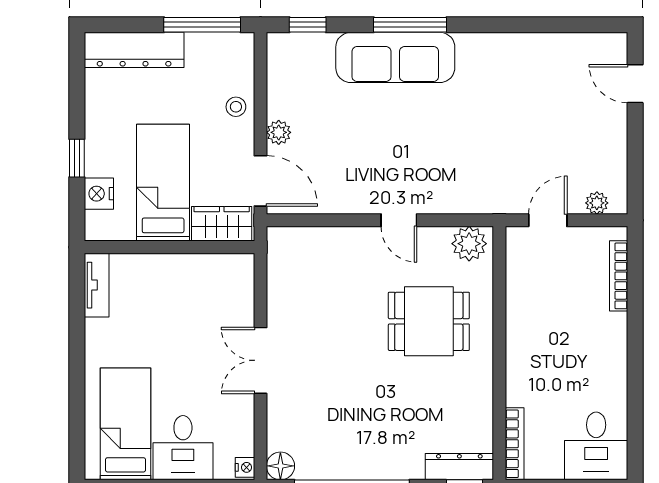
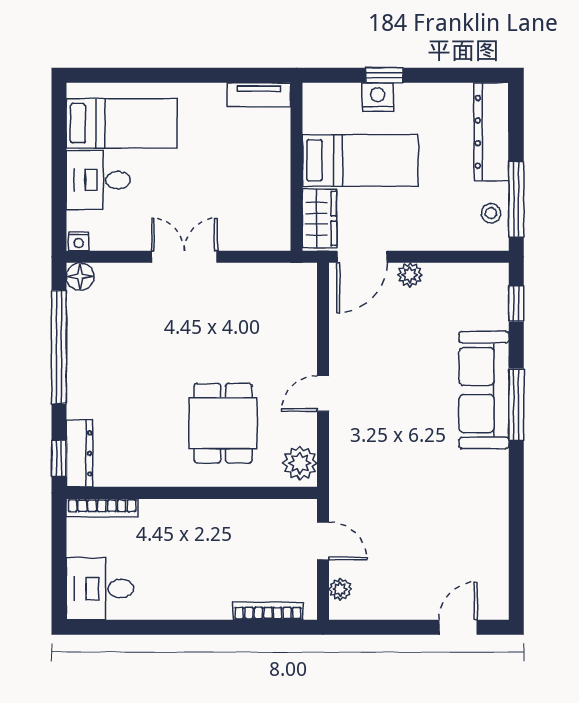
stool: (236, 107) -> (491, 213), moved
nightstand: (99, 194) -> (378, 97), moved

